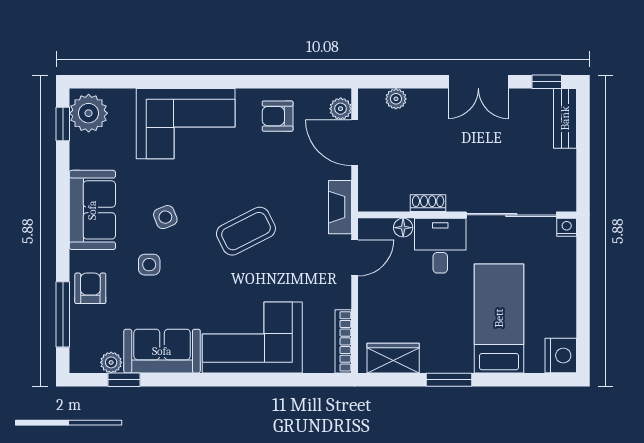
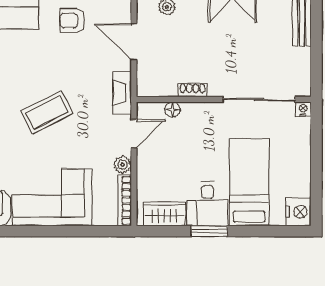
plant: (341, 109) -> (123, 165), moved
desk: (440, 246) -> (207, 204), moved, turned 180

